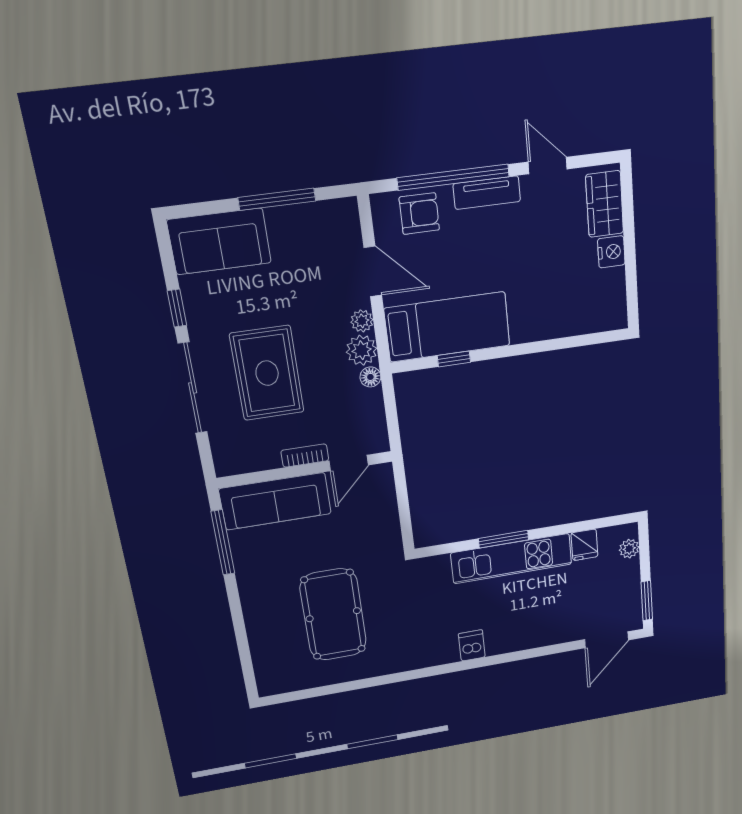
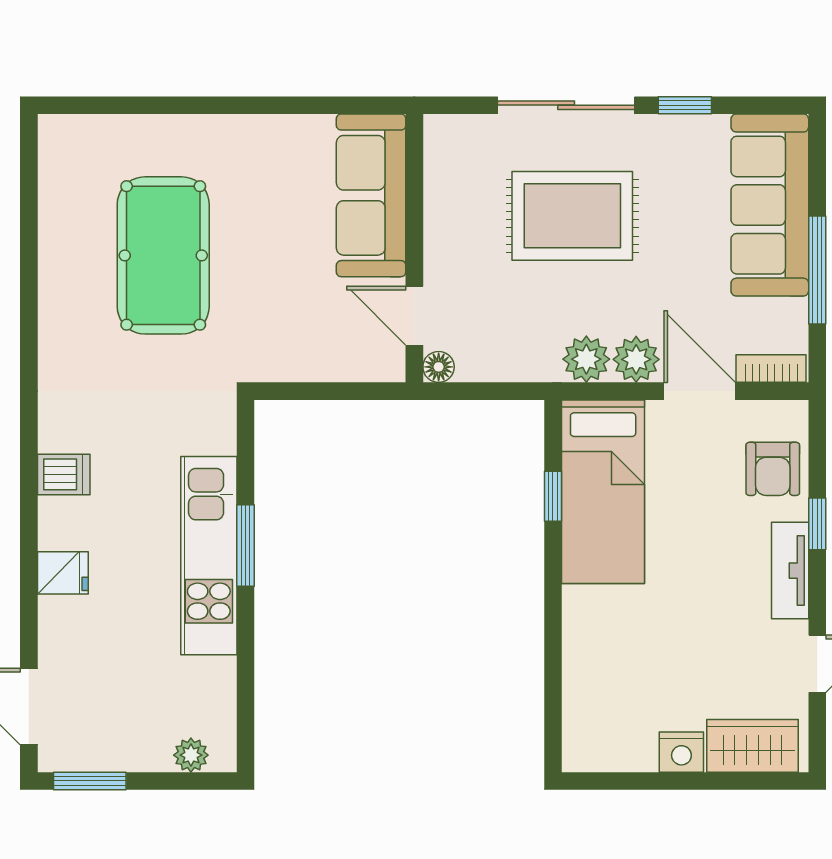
window: (453, 177) -> (817, 524), width x0.32
sofa: (219, 241) -> (770, 205), width x1.36
door: (373, 271) -> (700, 391), swing flipped
plant: (362, 321) -> (636, 359), width x1.38, depth x1.38
floor lamp: (370, 377) -> (439, 367), moved
bookcase: (305, 456) -> (771, 369), moved, turned -90
window: (223, 542) -> (318, 105), removed
fridge: (585, 545) -> (63, 573), moved, turned 180
pool table: (333, 615) -> (163, 255), turned 90

